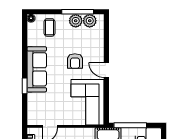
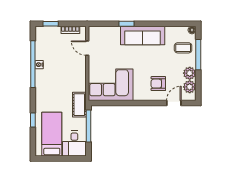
window: (78, 12) -> (198, 55), moved
armchair: (75, 61) -> (158, 84), moved
door: (106, 70) -> (174, 103), moved

